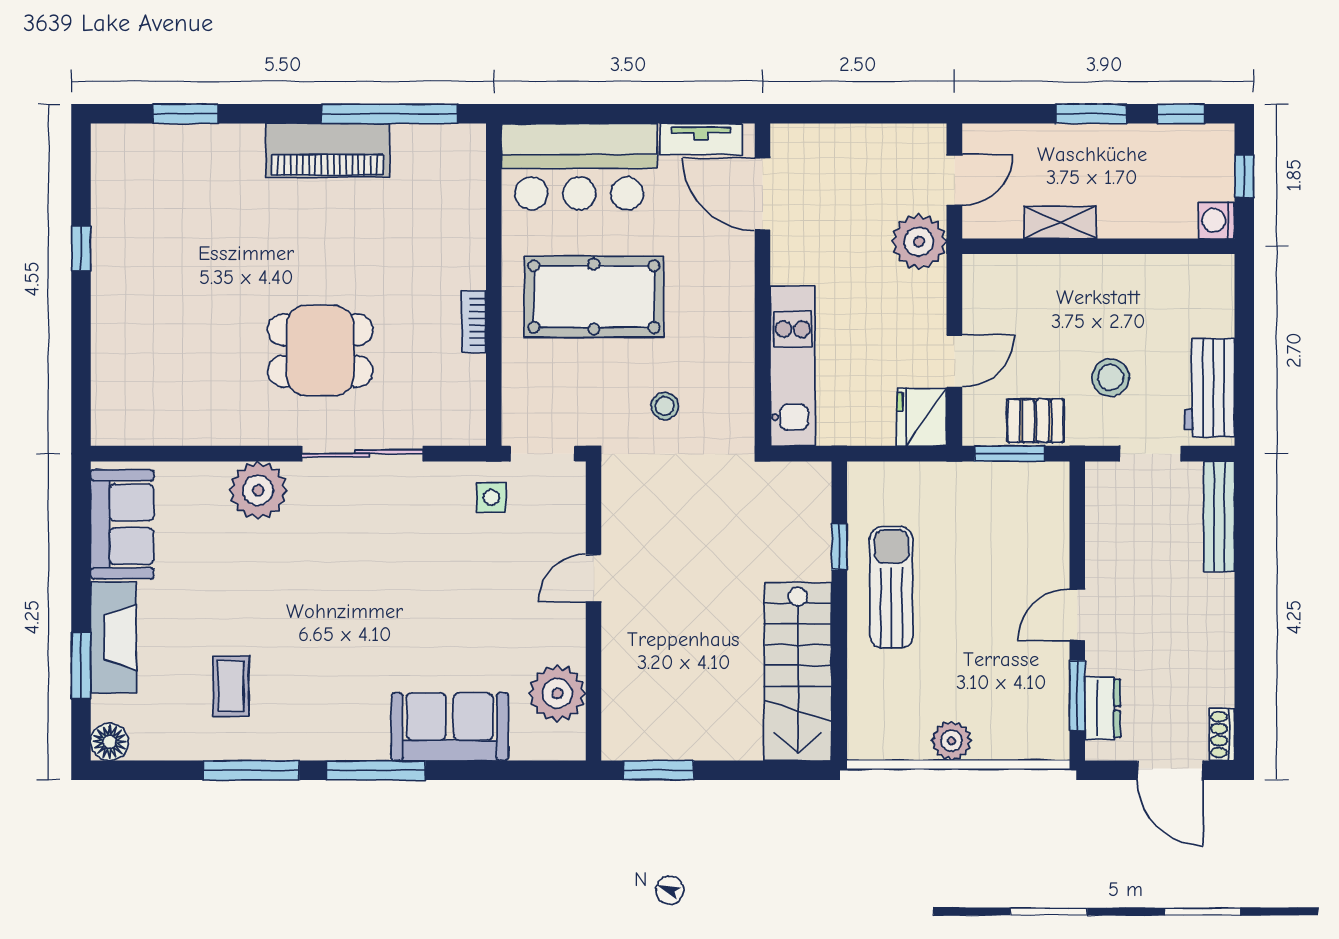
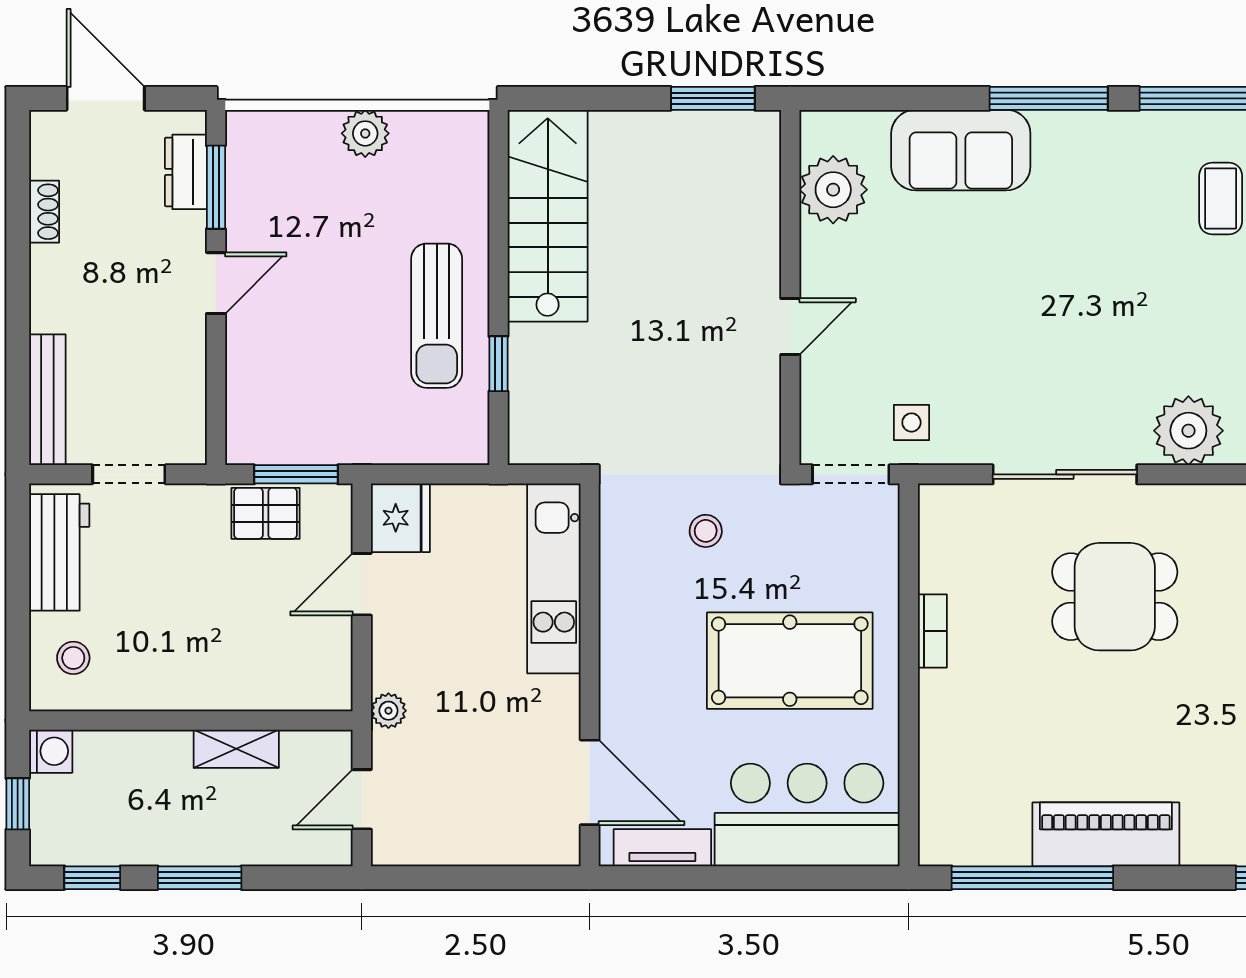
plant: (919, 242) -> (388, 711), width x0.53, depth x0.53
stool: (1110, 377) -> (73, 658), moved, width x0.73, depth x0.73
shoe rack: (1222, 735) -> (44, 212), moved

